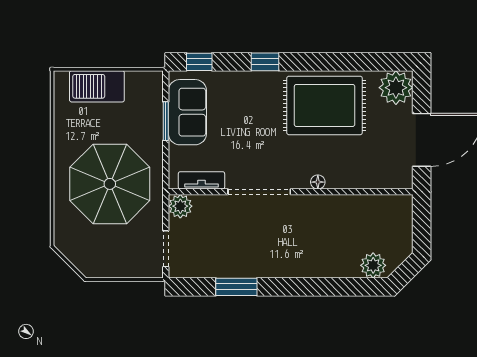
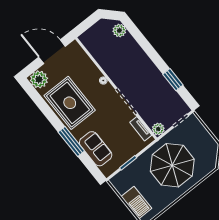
window: (199, 62) -> (93, 169), removed
window: (265, 62) -> (71, 141), width x2.17
sofa: (187, 112) -> (96, 149), moved, turned 90

